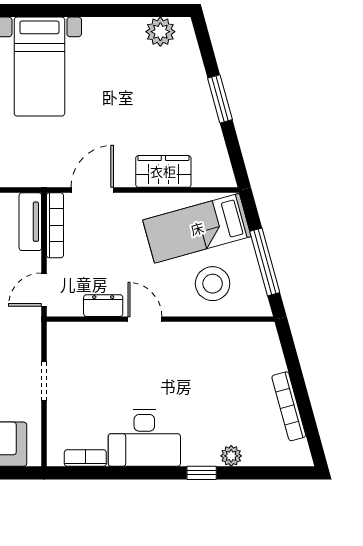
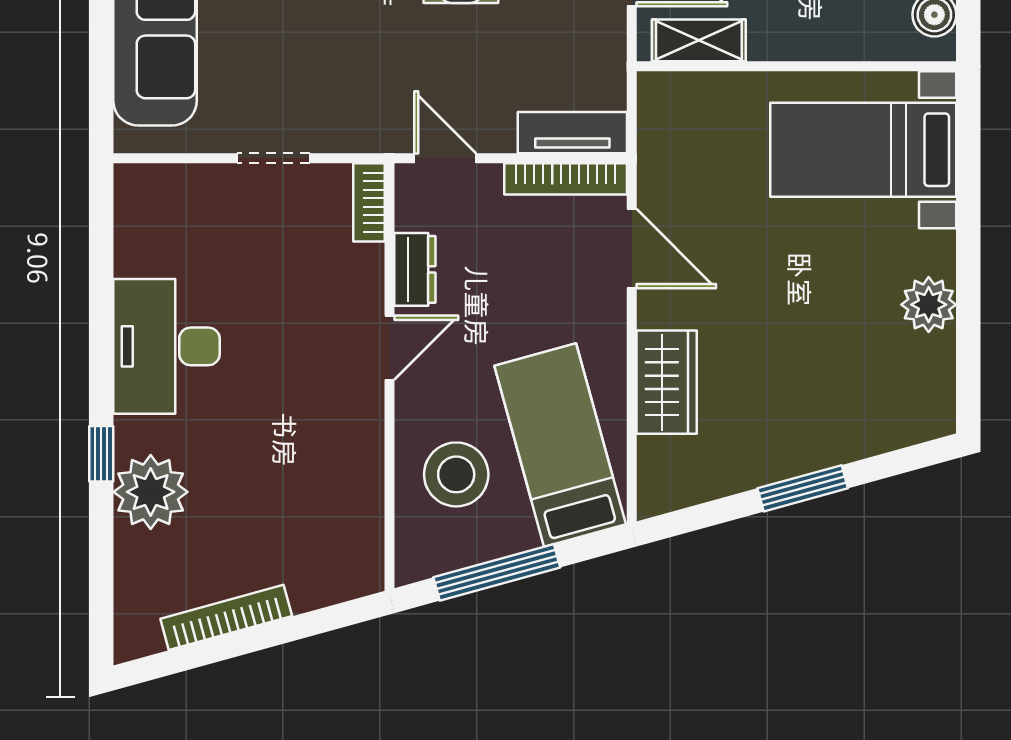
plant: (160, 32) -> (929, 305), moved
plant: (231, 456) -> (151, 492), width x1.88, depth x1.88
bookcase: (85, 458) -> (369, 202), moved, turned 180

